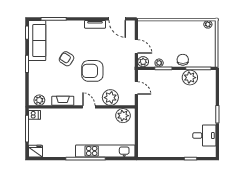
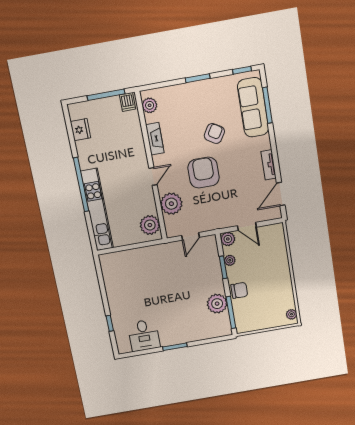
sofa: (37, 40) -> (253, 107), moved, turned 90
door: (136, 47) -> (247, 226), hinge flipped
fridge: (35, 151) -> (80, 130), moved

